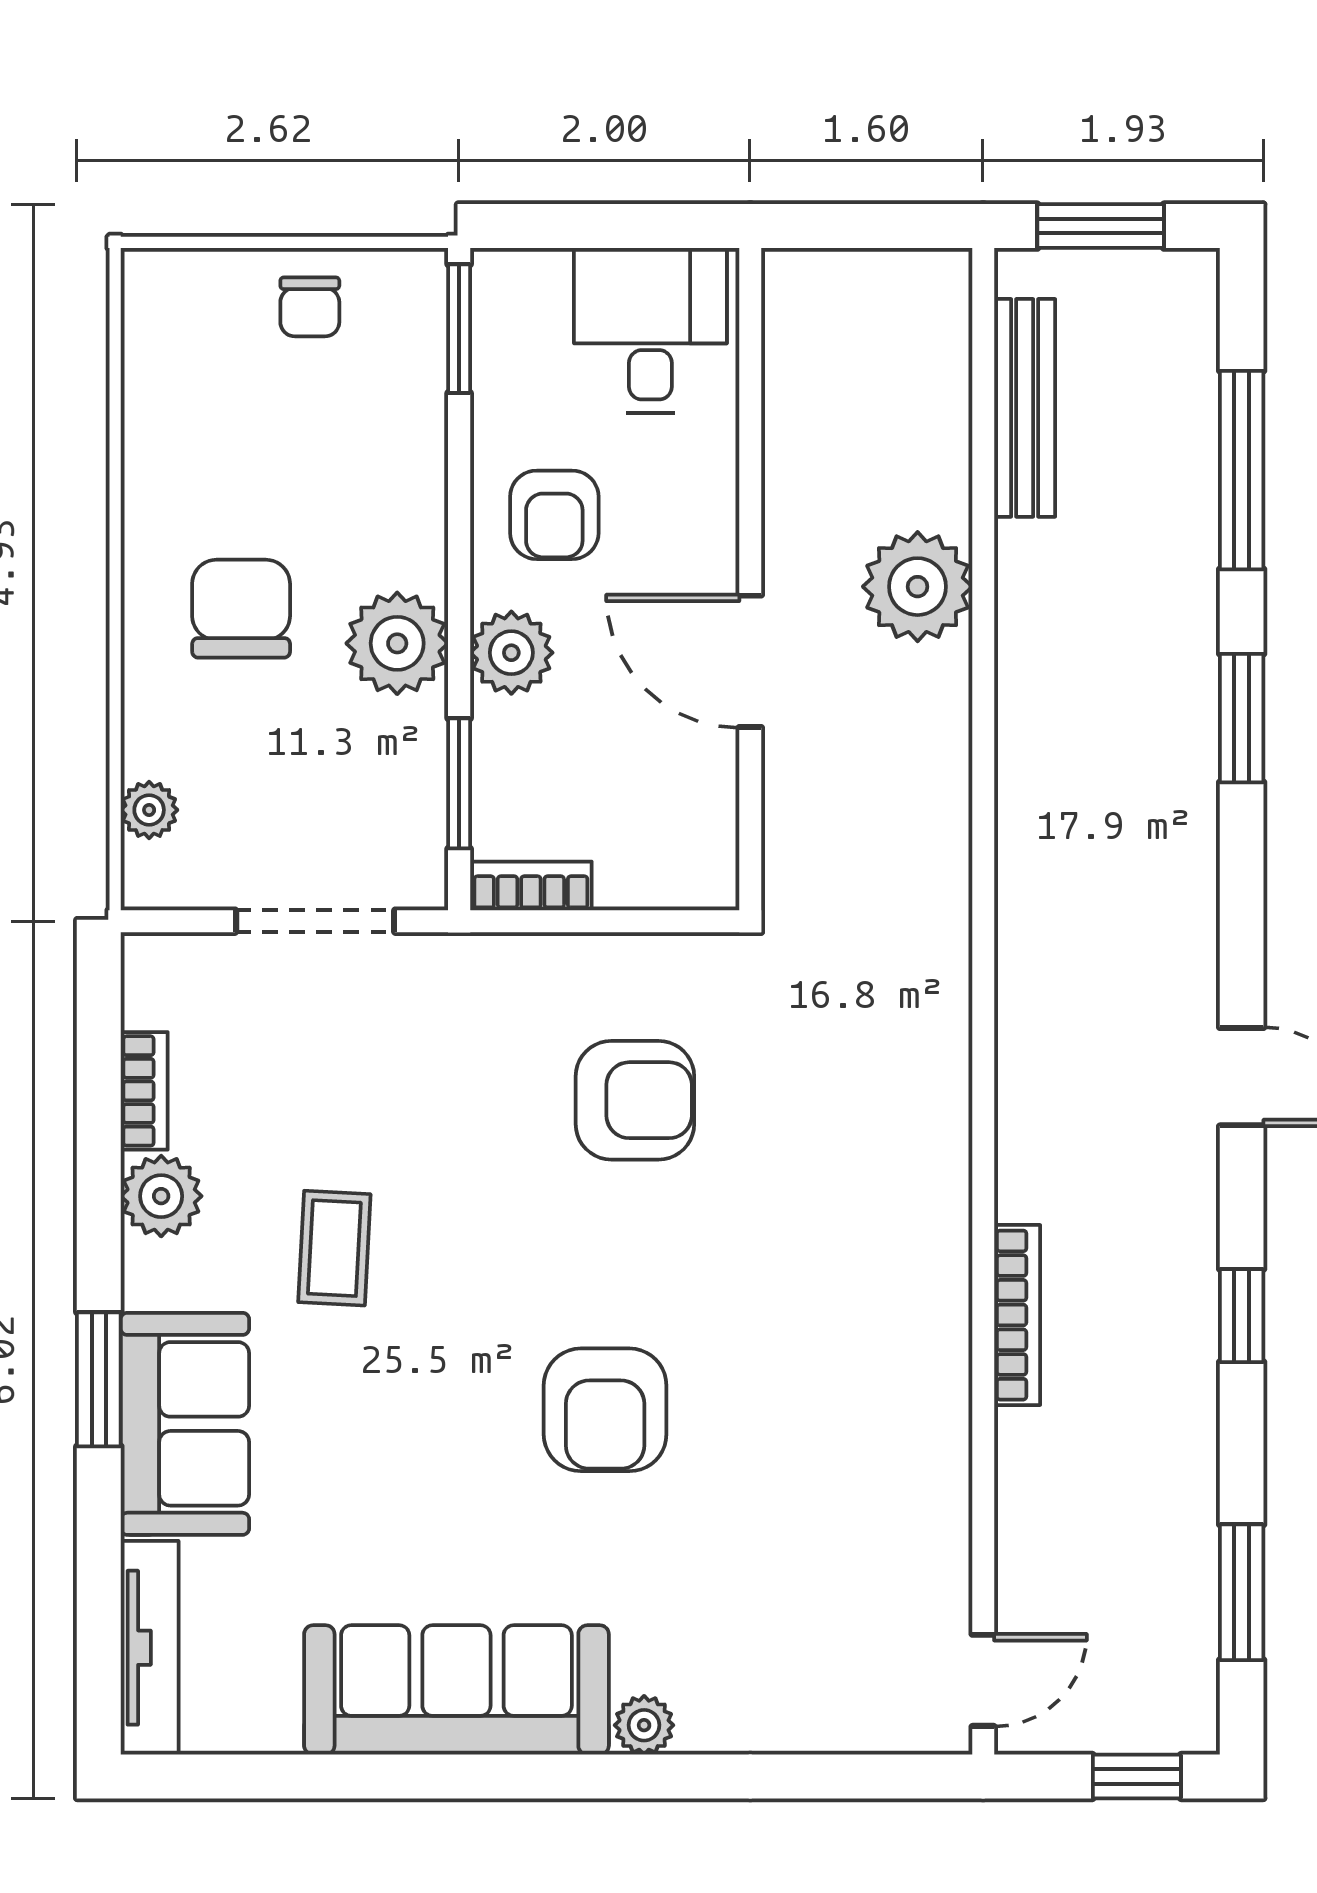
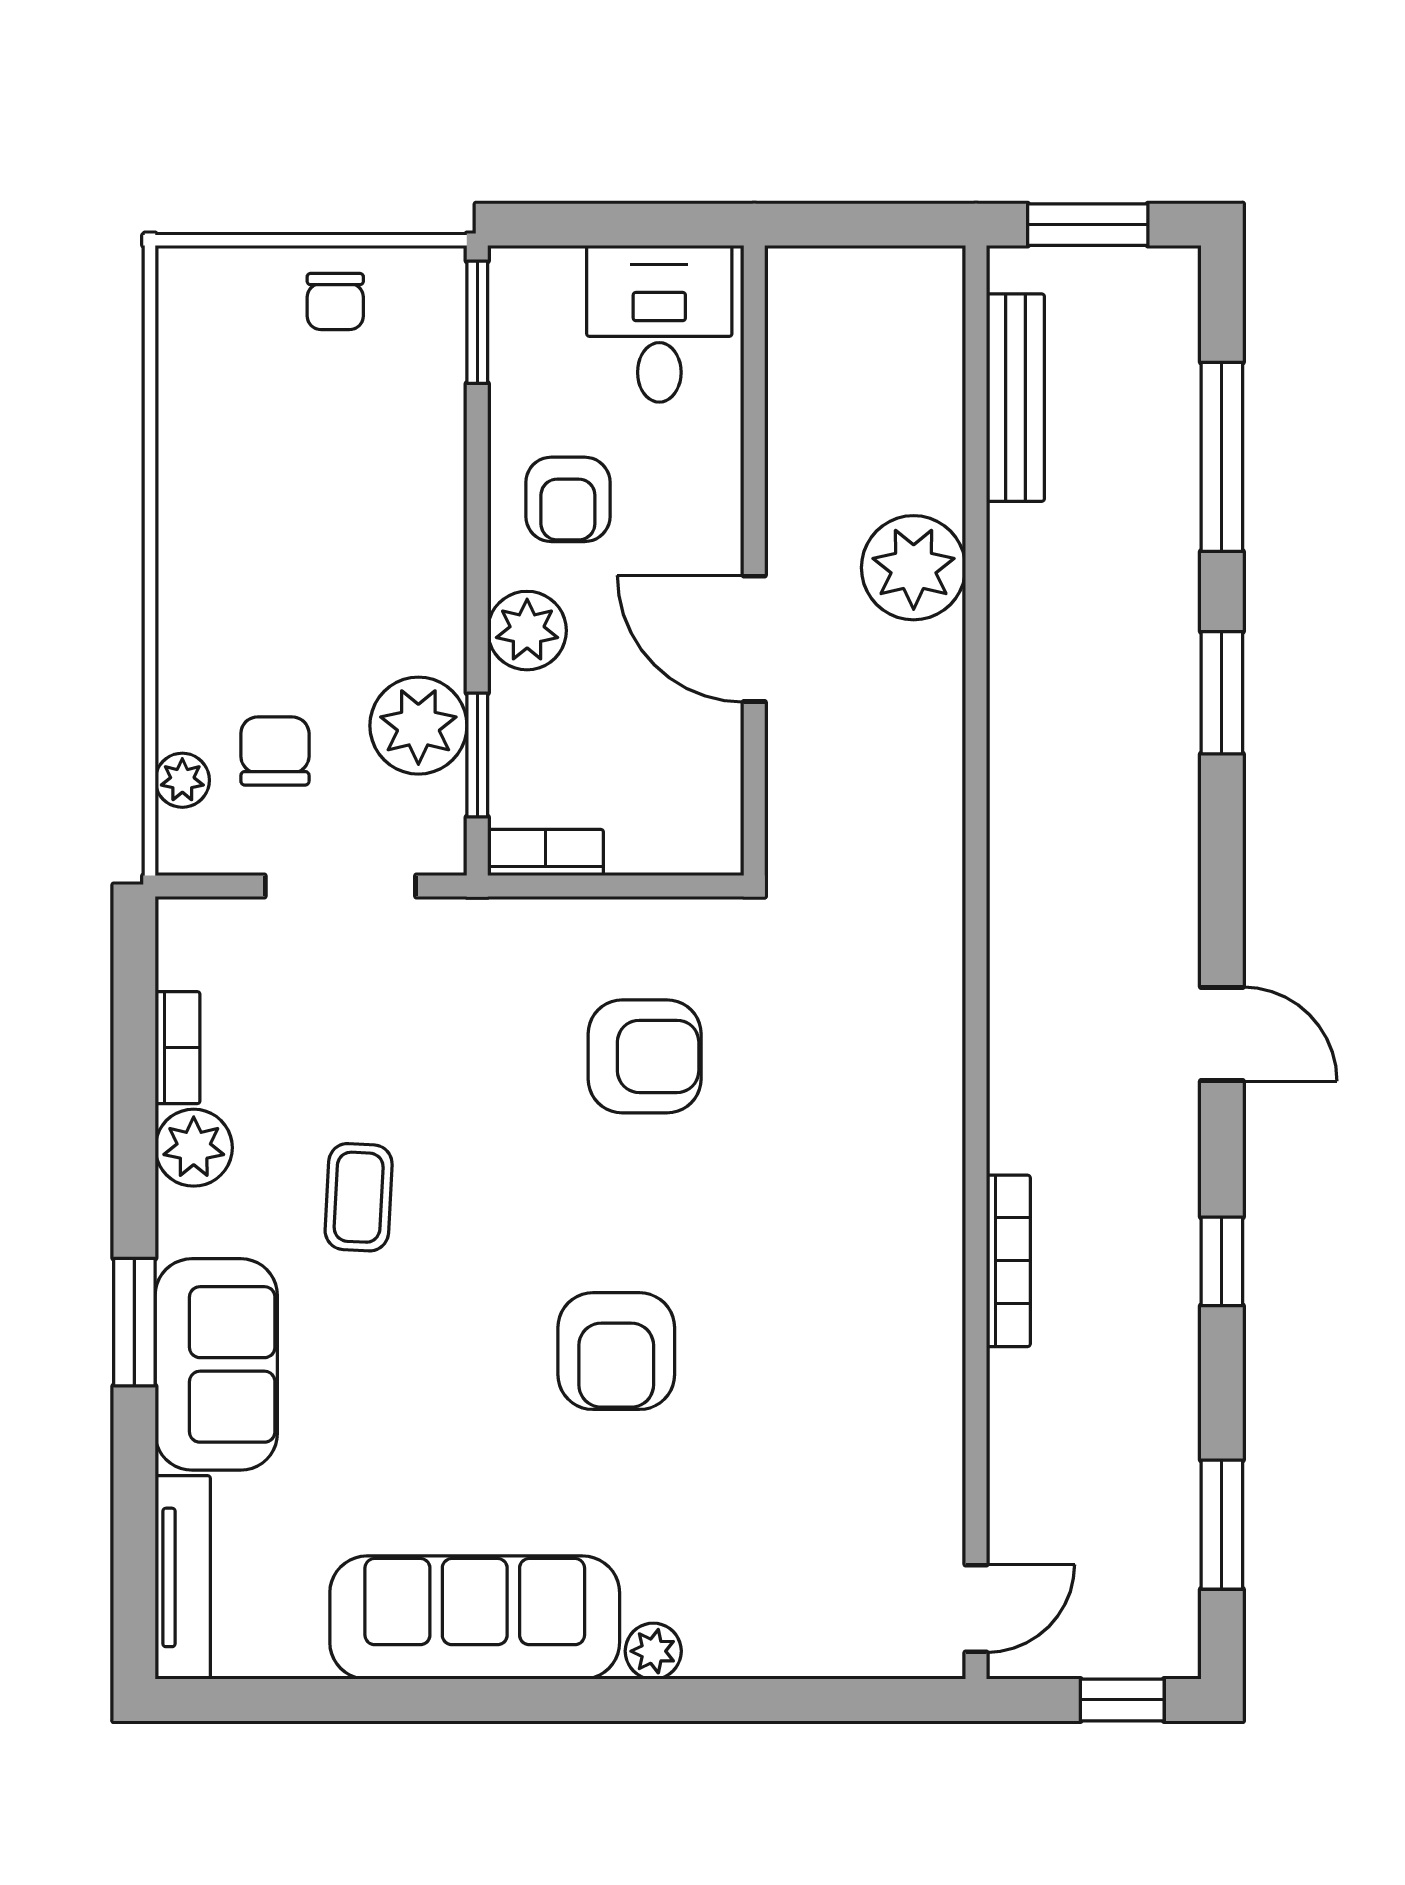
chair: (241, 609) -> (275, 751), moved, width x0.73, depth x0.73
plant: (397, 643) -> (418, 726), moved

